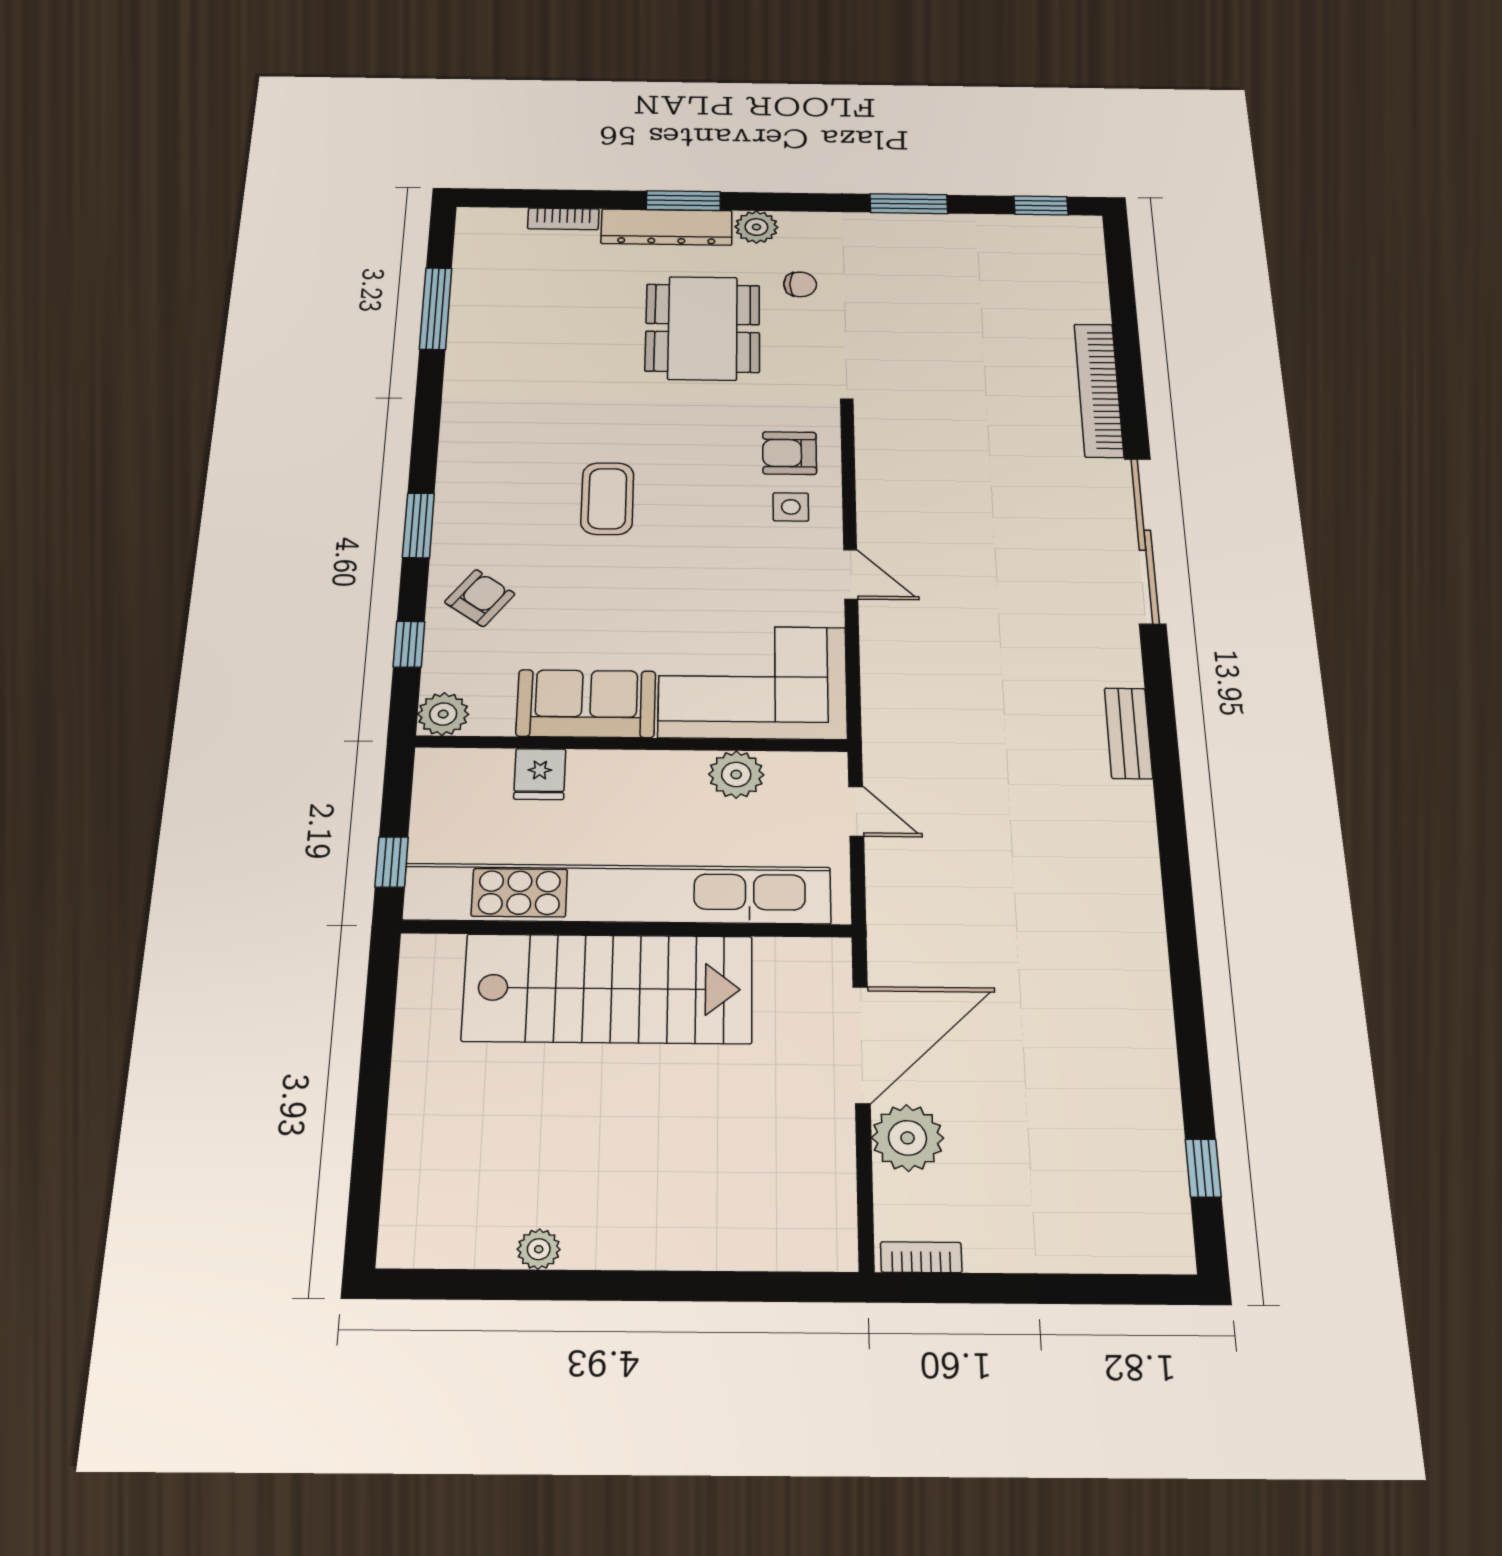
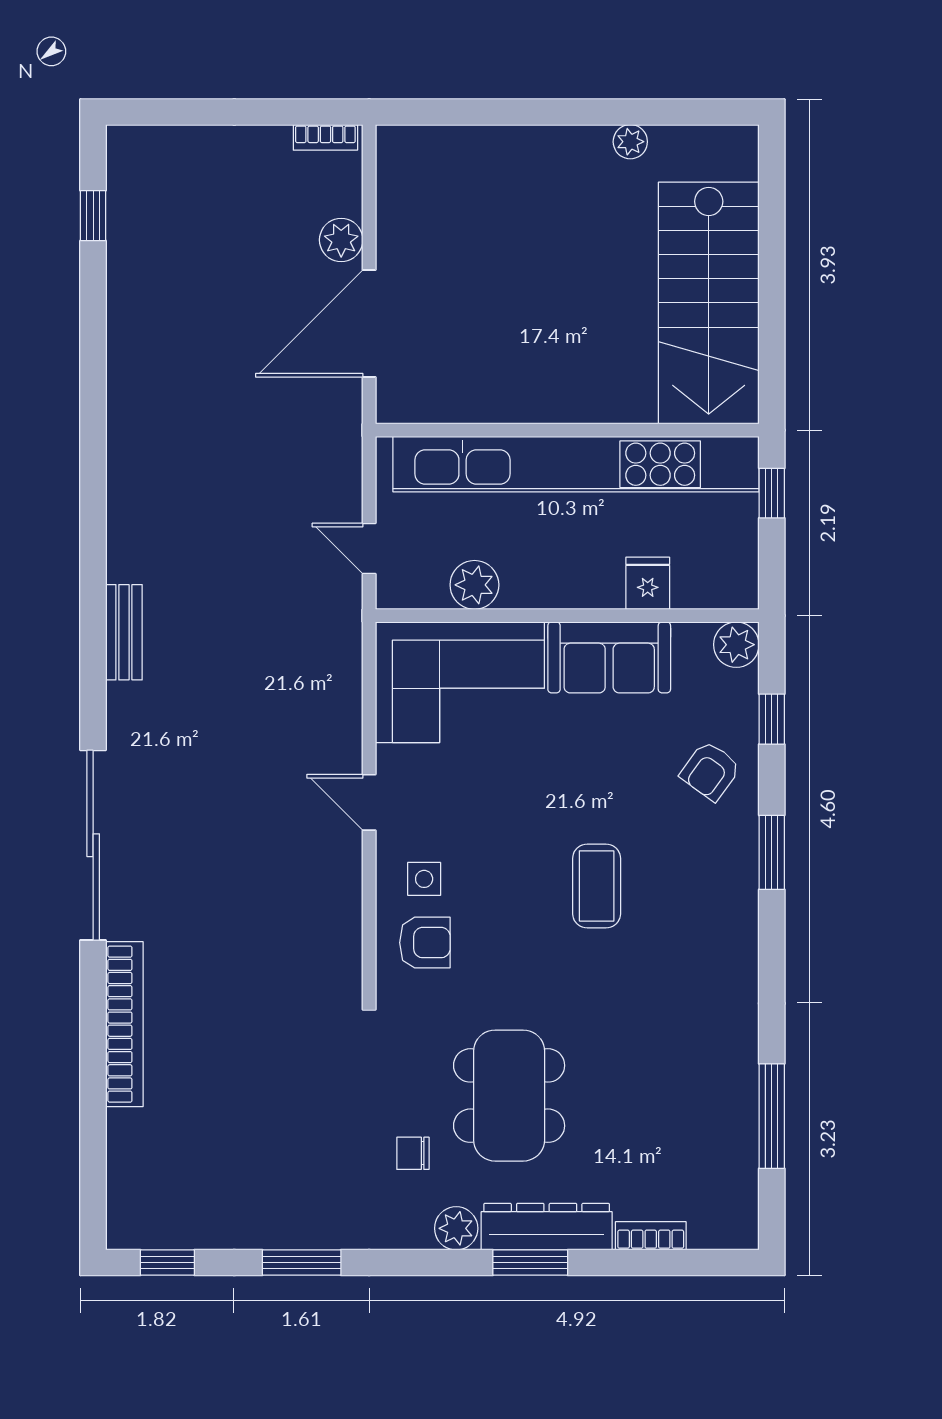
stairs: (608, 988) -> (709, 303), moved, turned -90
plant: (908, 1138) -> (341, 240), width x0.73, depth x0.73

